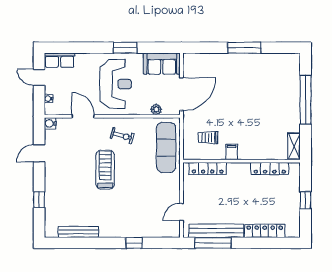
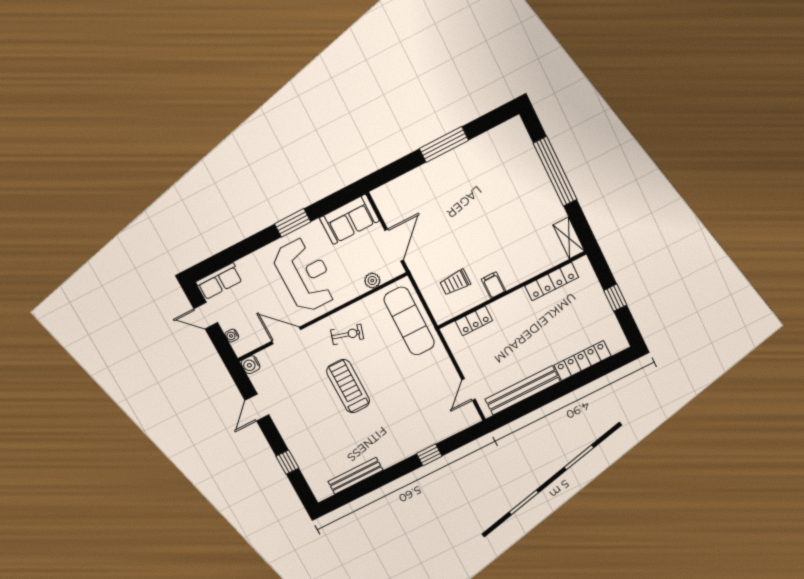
door: (182, 94) -> (394, 245), width x0.73
locker: (208, 169) -> (474, 321), width x0.66
window: (213, 243) -> (526, 407), removed

